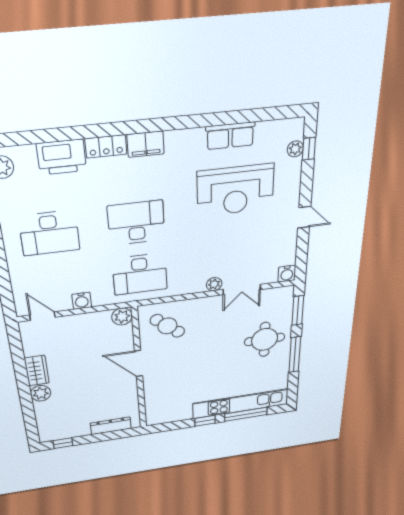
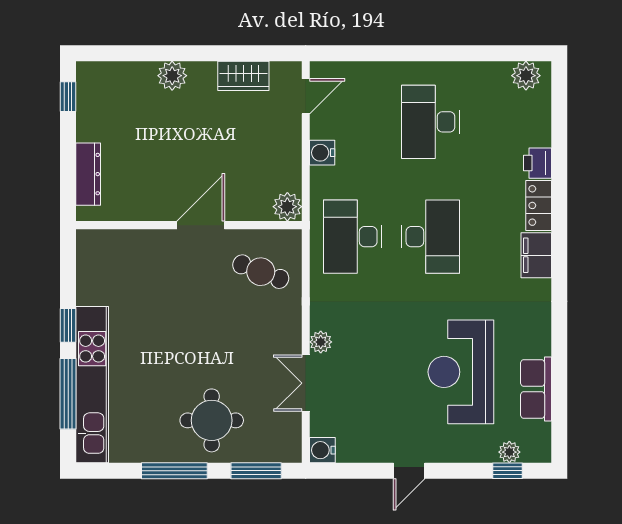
row of seats: (230, 136) -> (536, 389), moved
printer: (62, 157) -> (537, 163), width x0.53, depth x0.68
cafe table: (167, 326) -> (261, 272), turned 71
wardrobe: (37, 371) -> (243, 76), moved

